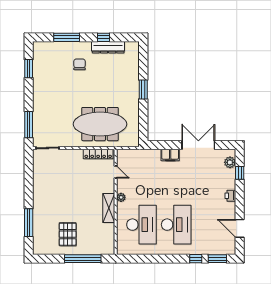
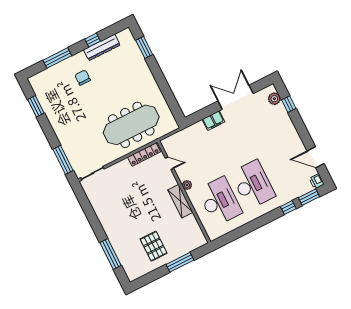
window: (143, 90) -> (144, 47), moved
printer: (230, 196) -> (317, 181), moved
window: (83, 259) -> (180, 262), width x0.68

